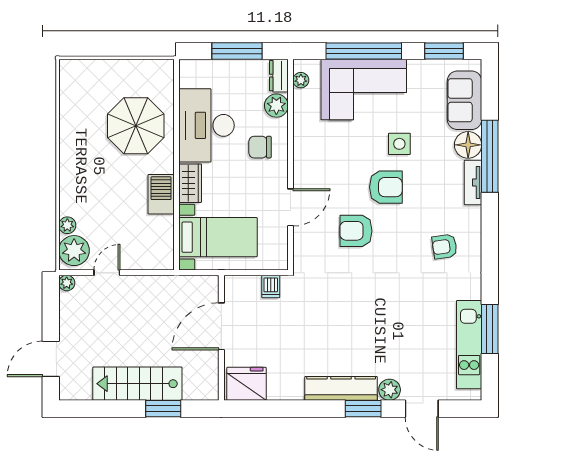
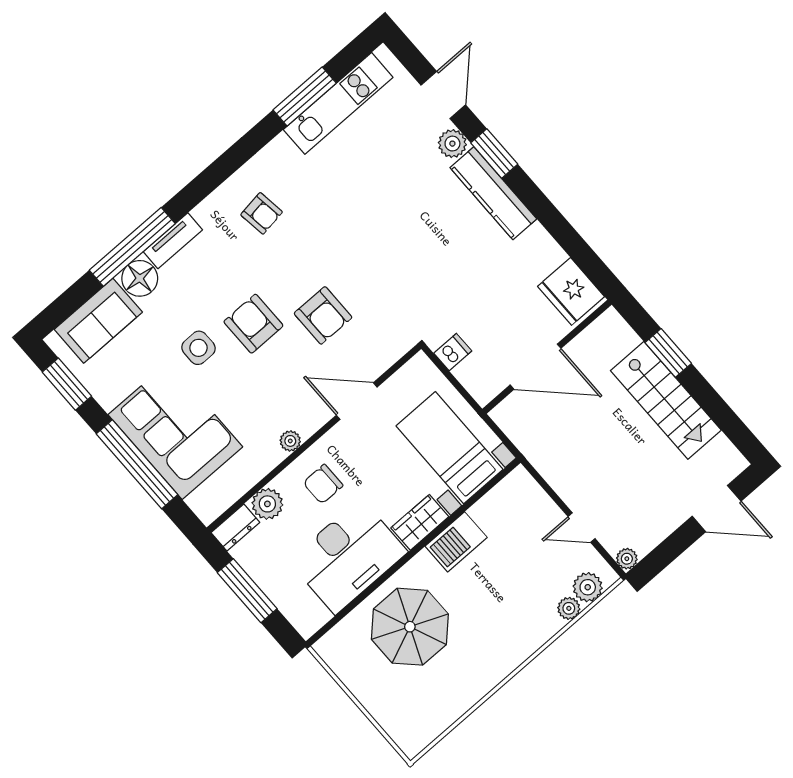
plant: (301, 80) -> (290, 441), moved
chair: (260, 147) -> (323, 484), turned 90
plant: (74, 251) -> (588, 587), width x0.73, depth x0.73

